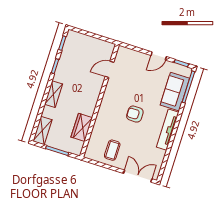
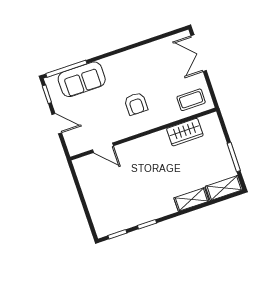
door: (109, 69) -> (103, 148), moved
shelving: (54, 94) -> (191, 199), moved
wall: (100, 101) -> (143, 134), moved
wardrobe: (82, 127) -> (185, 132), moved
tv unit: (168, 130) -> (127, 58), removed

